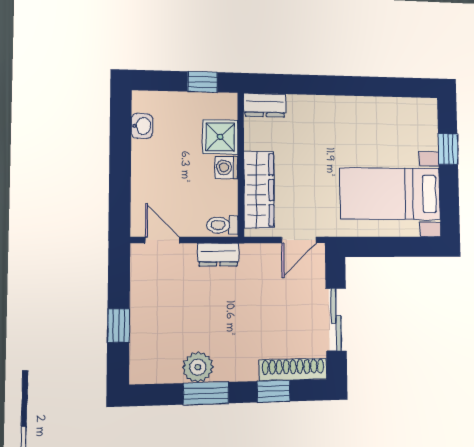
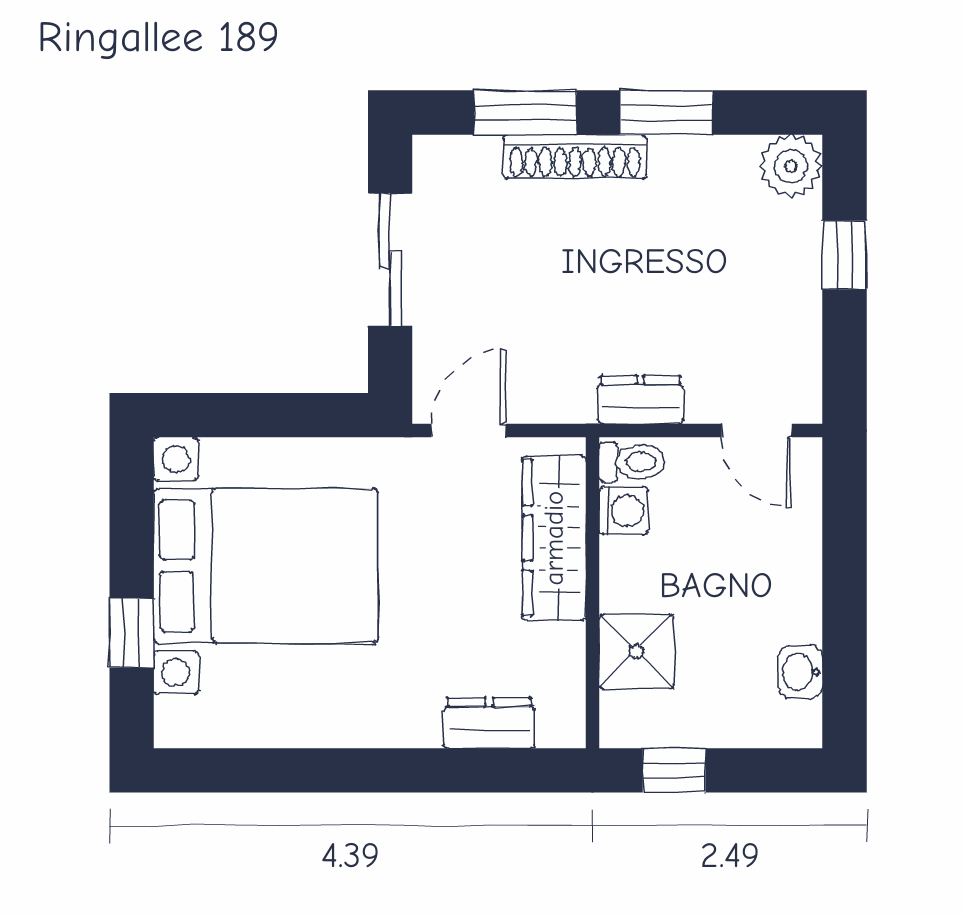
dresser: (265, 105) -> (489, 723), moved
washing machine: (226, 168) -> (623, 511), moved
bed with nightstands: (390, 194) -> (266, 566), width x1.36
plant: (198, 367) -> (791, 166), moved
shoe rack: (293, 369) -> (575, 157), moved
window: (274, 391) -> (525, 112), width x1.50

